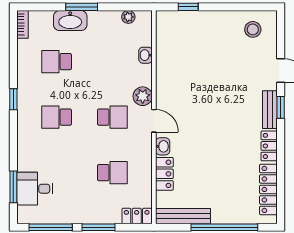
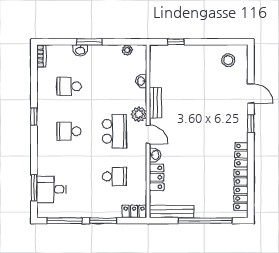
washbasin: (70, 21) -> (80, 50), width x0.52, depth x0.69
bench: (270, 110) -> (155, 103), moved
school desk: (112, 117) -> (114, 131), width x1.85

